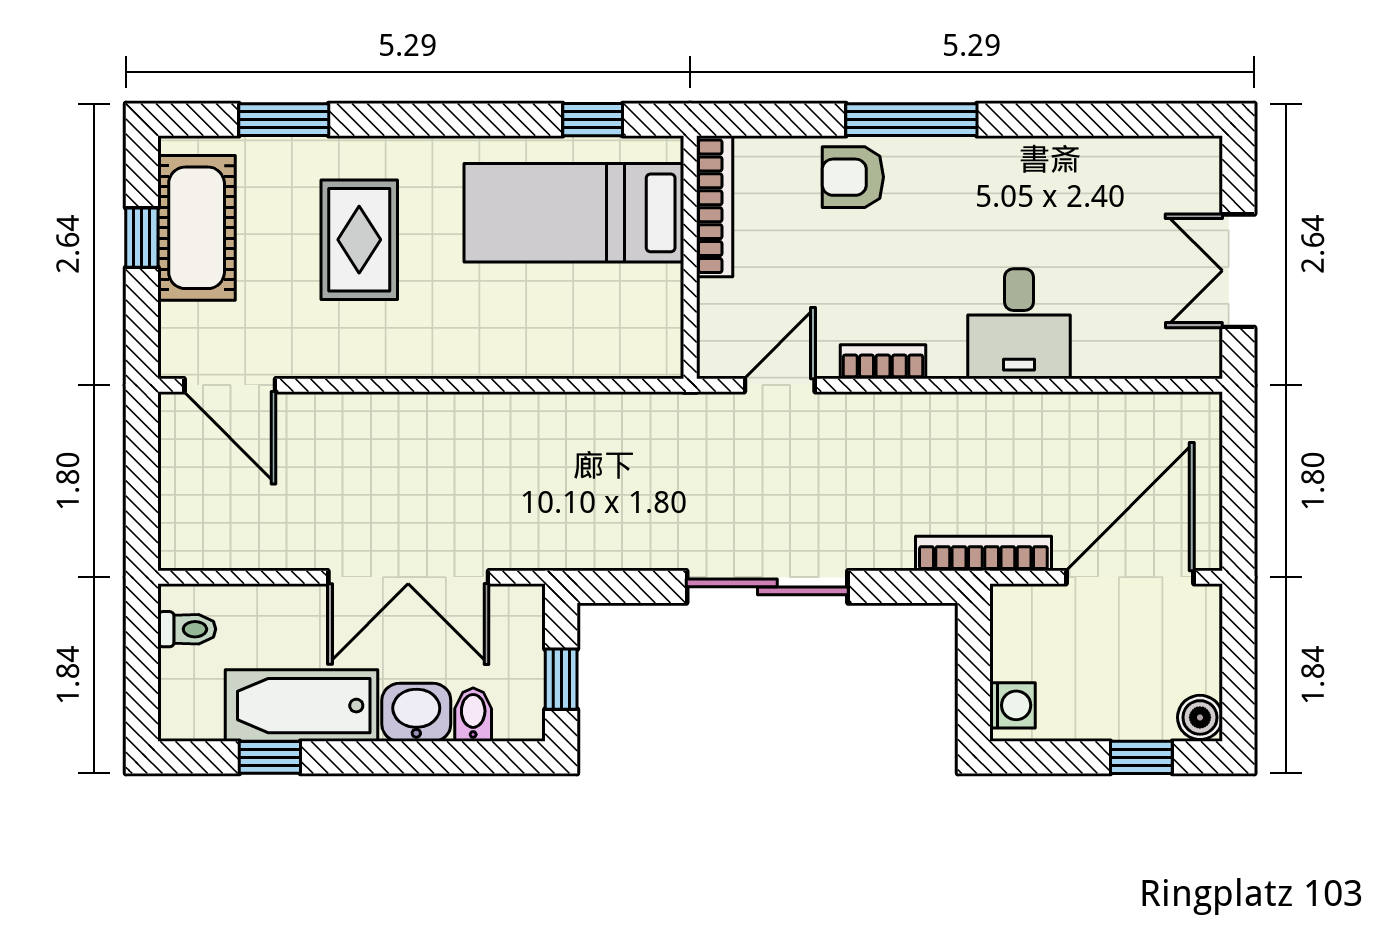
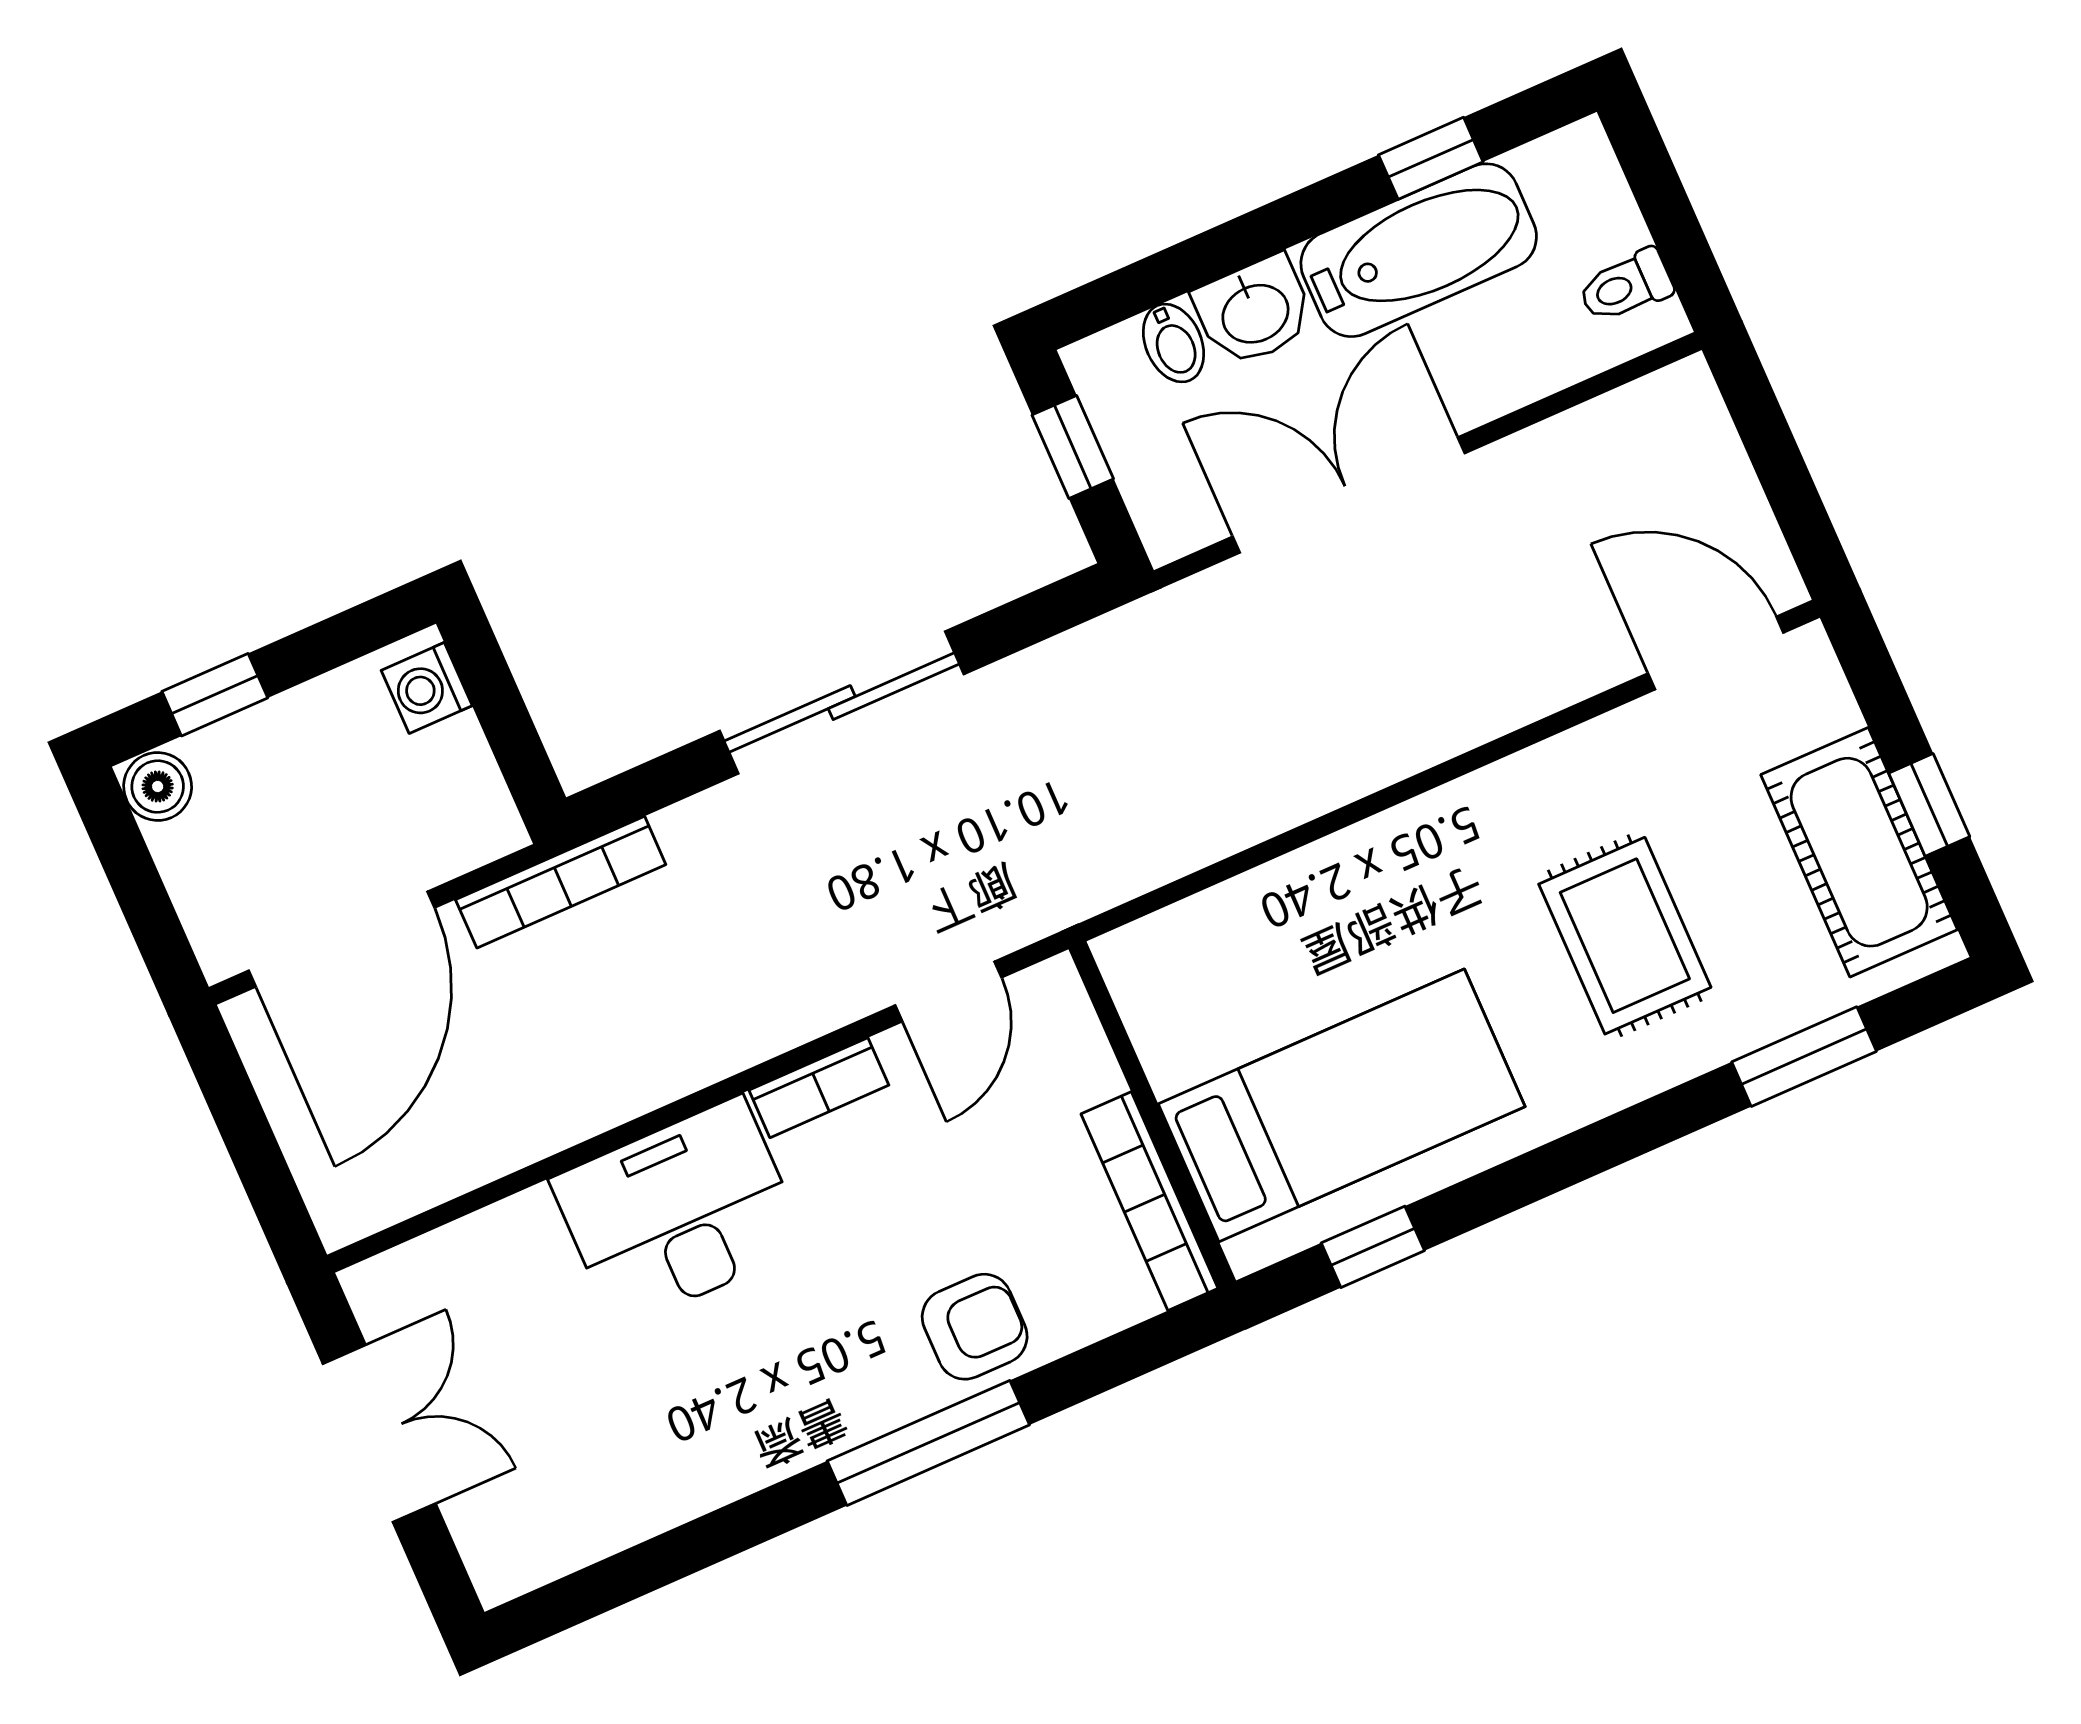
desk: (1019, 324) -> (679, 1213), width x1.37

